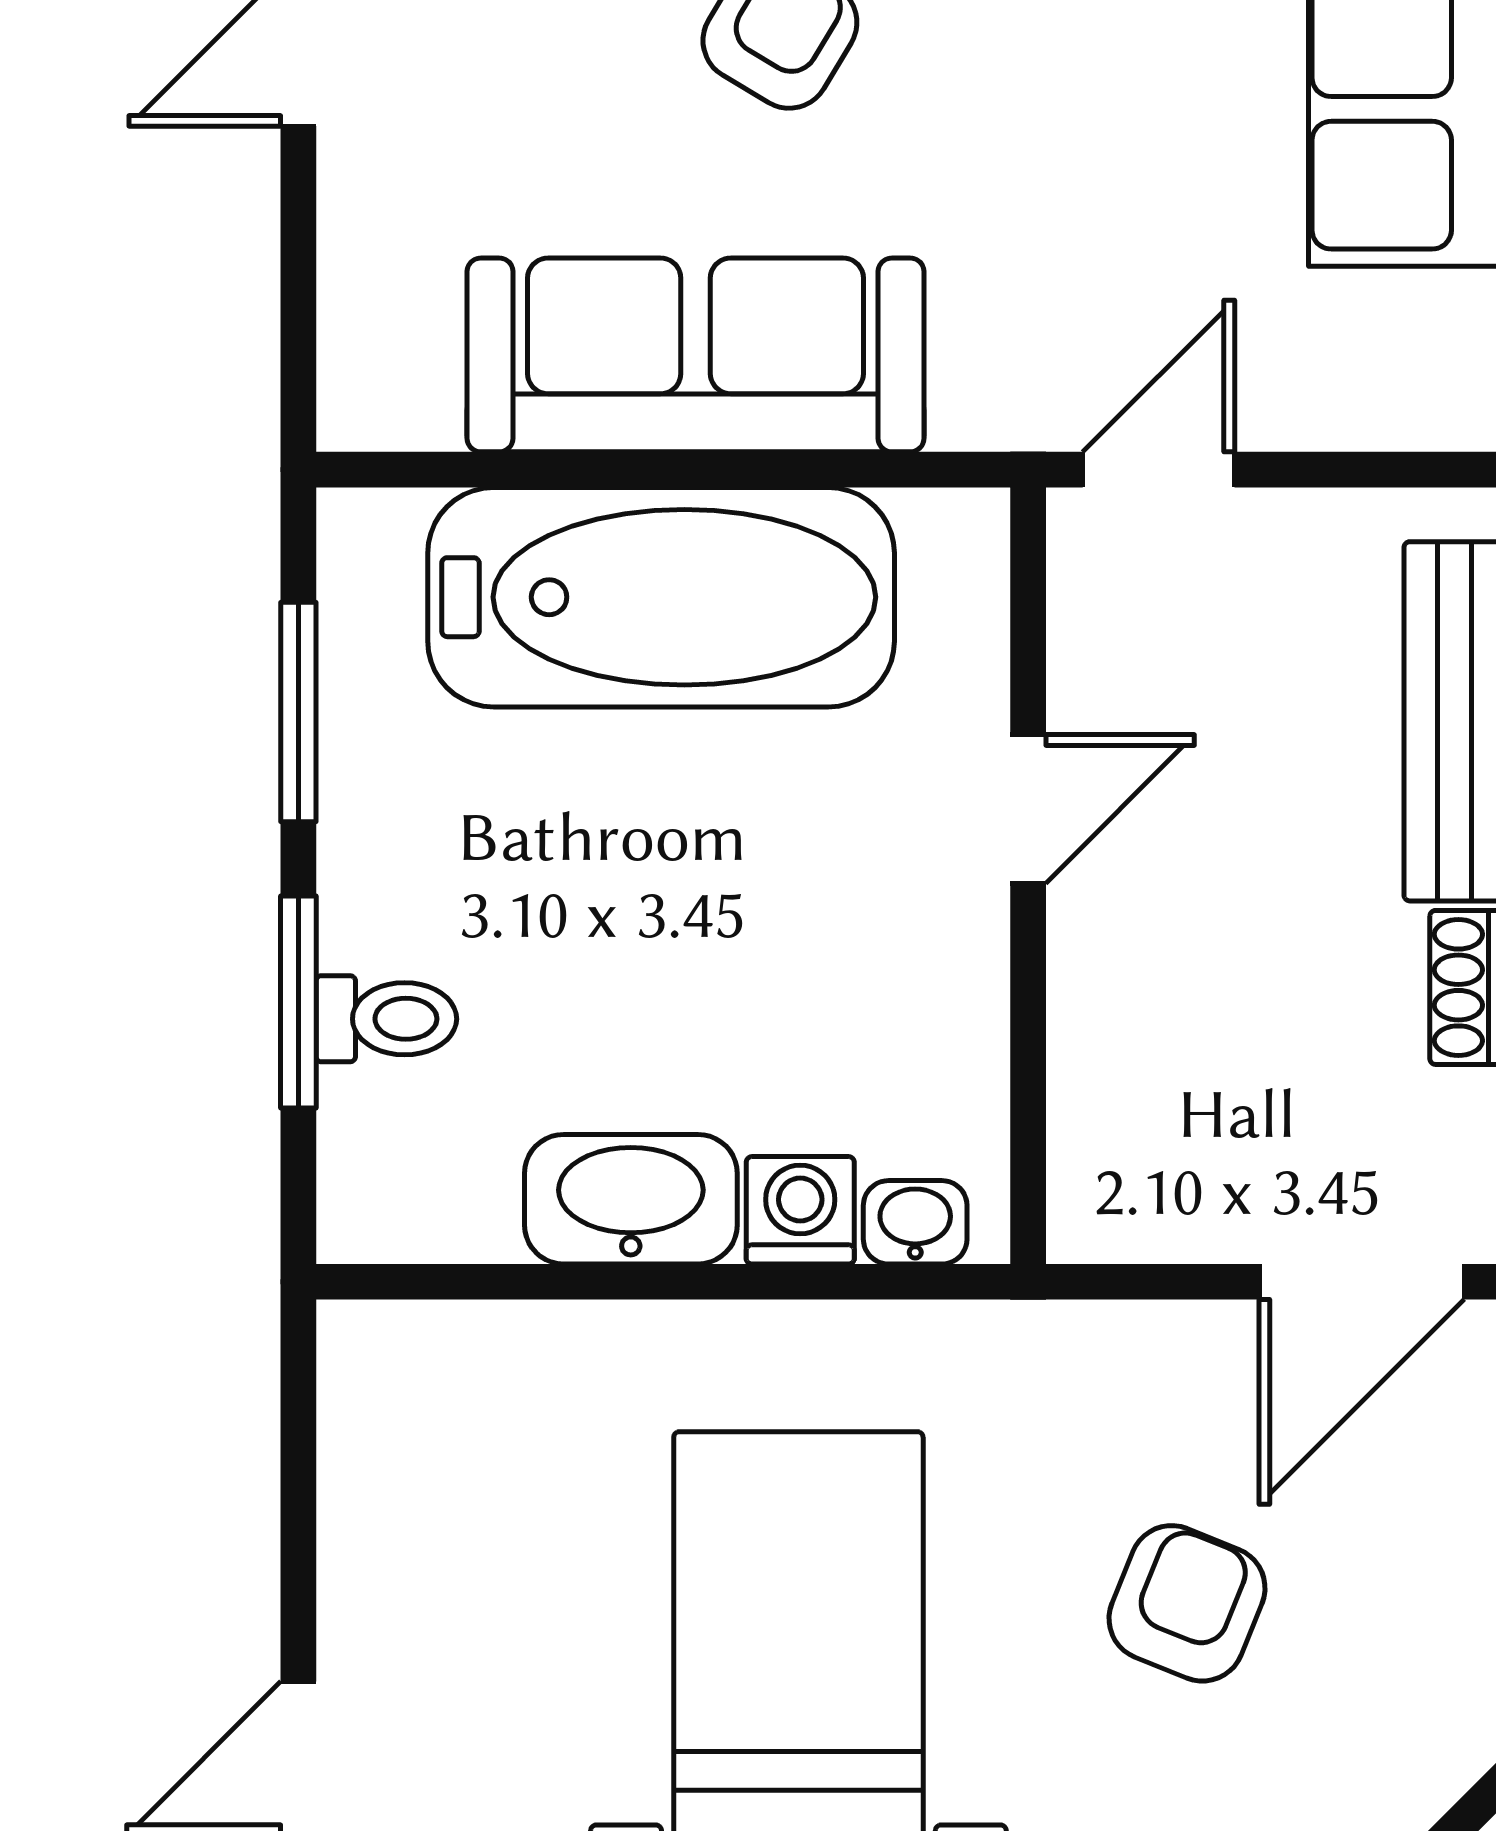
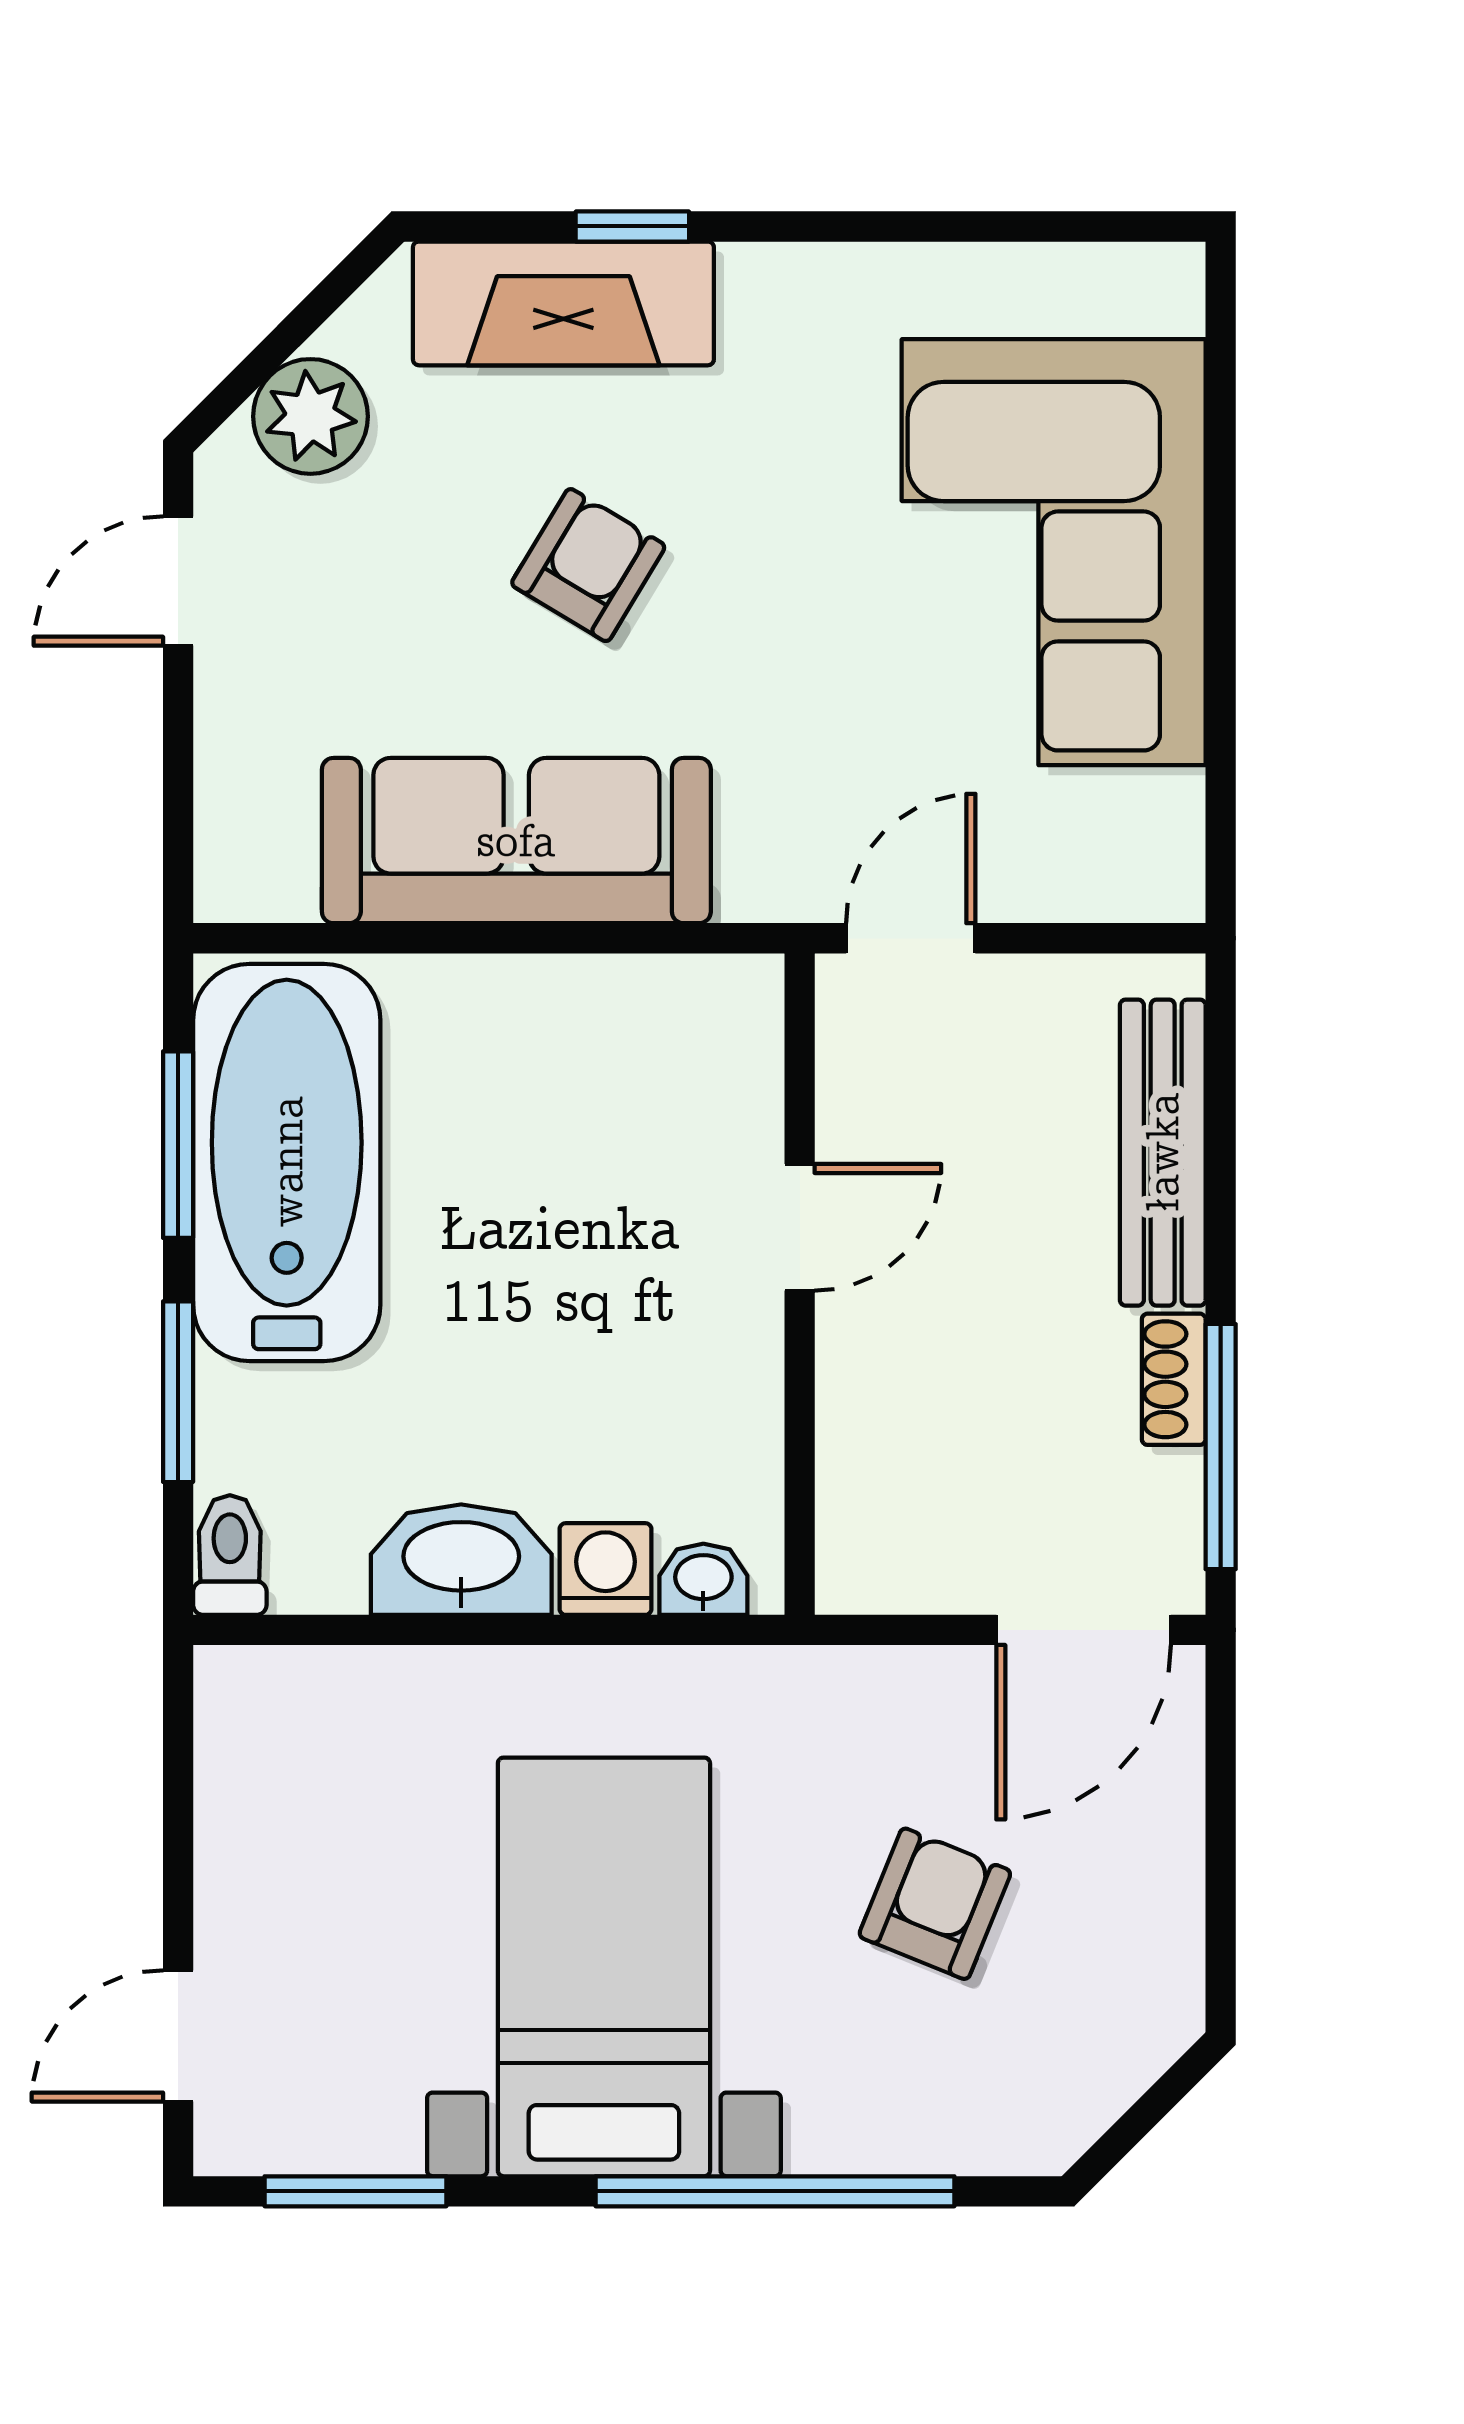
bathtub: (661, 597) -> (287, 1162), moved, turned -90
toilet: (386, 1019) -> (230, 1555), moved, turned -90

